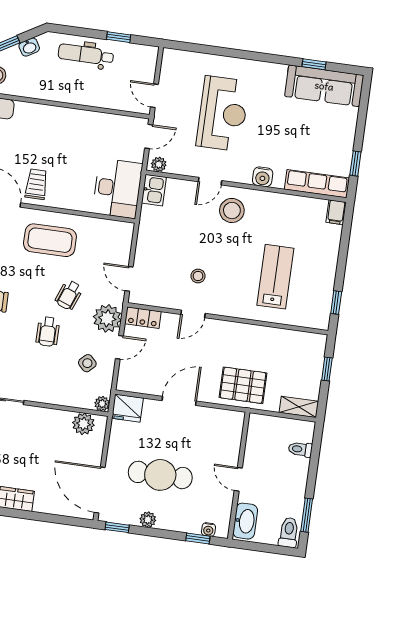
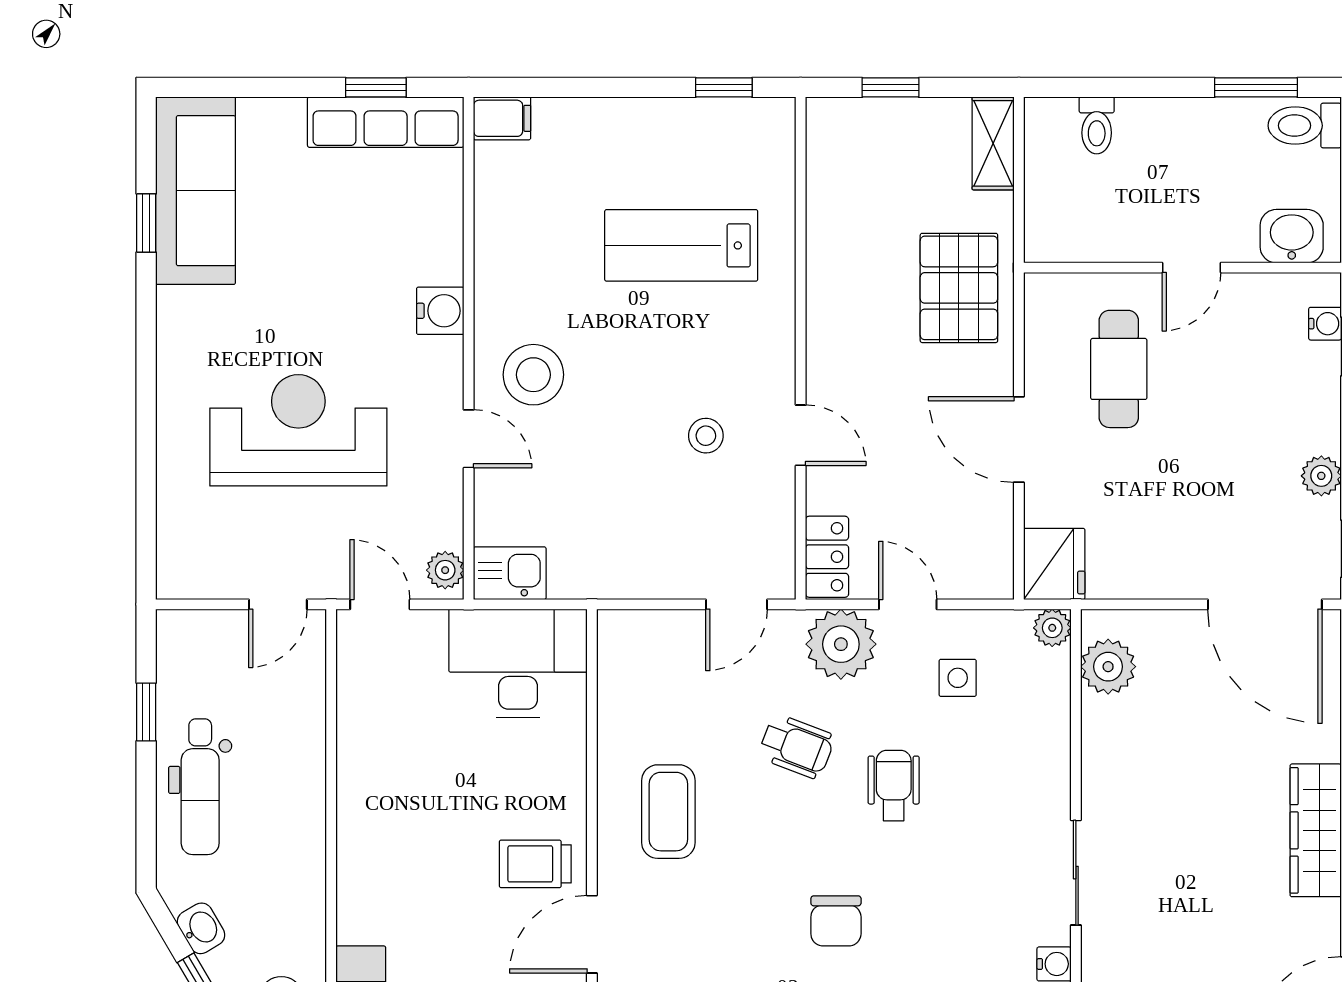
row of seats: (317, 184) -> (386, 122), moved, turned -90
coffee table: (50, 240) -> (668, 812), width x0.73, depth x0.76
wheelchair: (48, 332) -> (894, 786), turned -90
side table: (87, 363) -> (958, 678), turned 45
cafe table: (160, 475) -> (1119, 369), moved, width x0.73, depth x0.74
door: (100, 490) -> (1265, 604), hinge flipped
washbasin: (245, 521) -> (1292, 236), width x0.72

